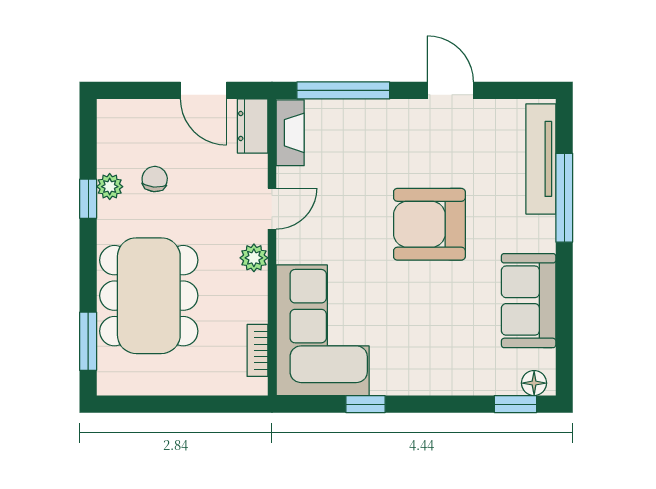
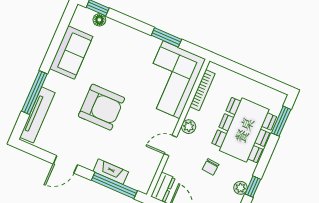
door: (450, 90) -> (65, 164), hinge flipped
fireplace: (290, 133) -> (111, 172), moved, turned 90
chair: (155, 179) -> (211, 167), moved
bookcase: (257, 350) -> (202, 90), width x1.56
floor lamp: (534, 383) -> (99, 20), moved
window: (365, 404) -> (166, 37), width x1.50

